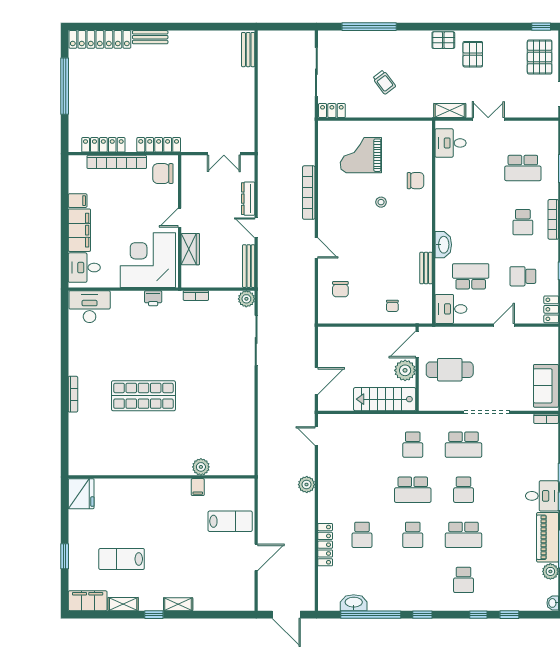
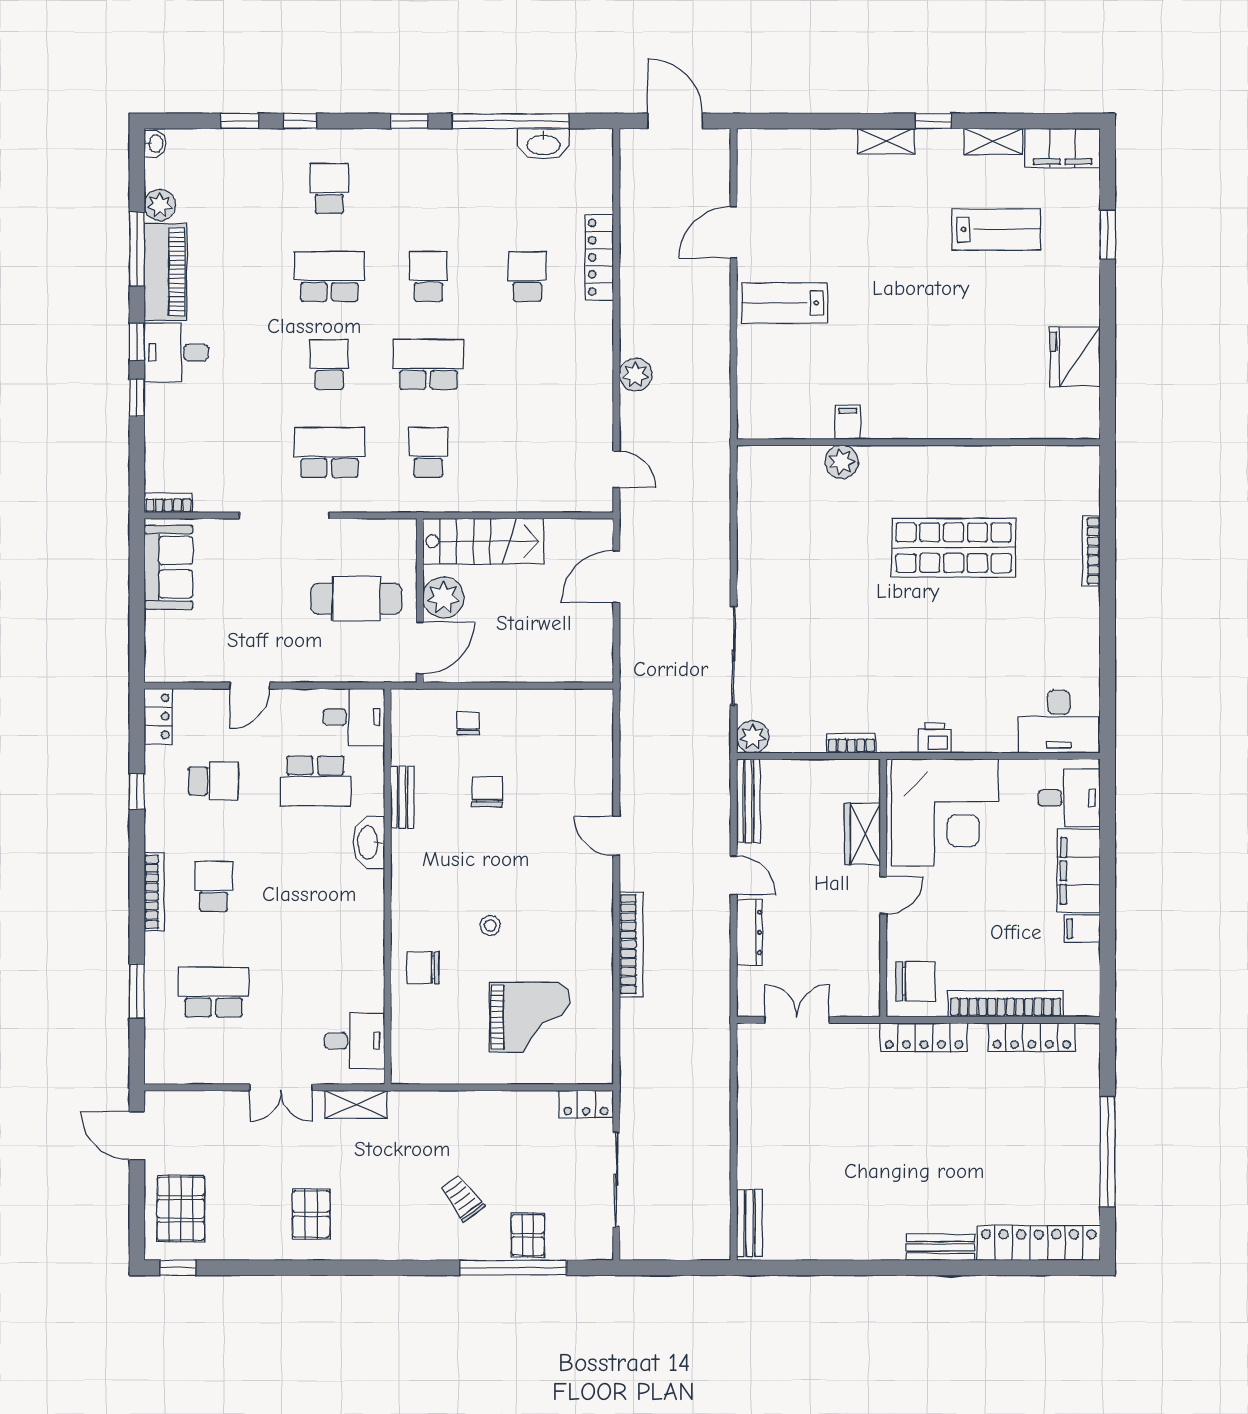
pallet: (443, 40) -> (528, 1235), moved, turned 90
trolley: (384, 82) -> (462, 1198), moved
chair: (340, 289) -> (487, 792), moved
plant: (201, 467) -> (842, 462), moved
wall: (162, 477) -> (918, 442), moved
filing cabinet: (198, 487) -> (848, 422), moved

